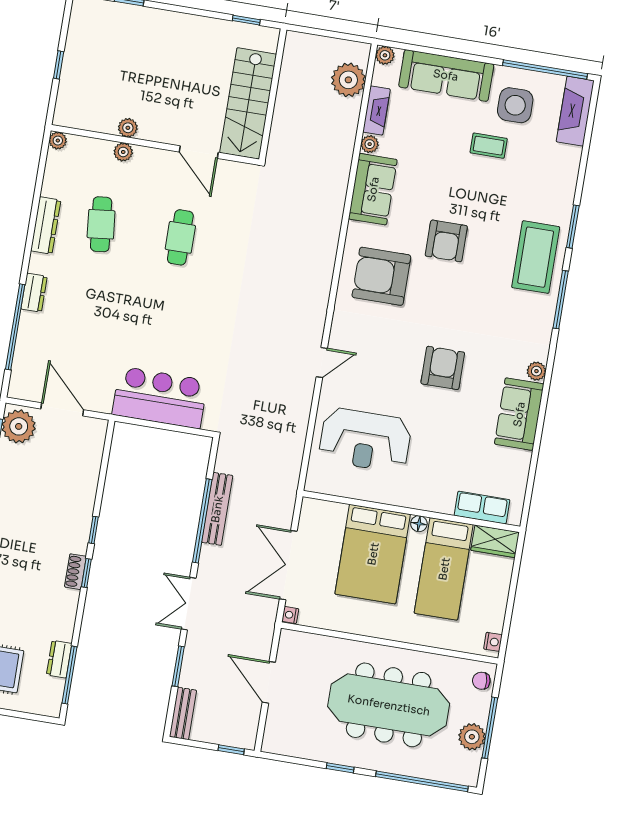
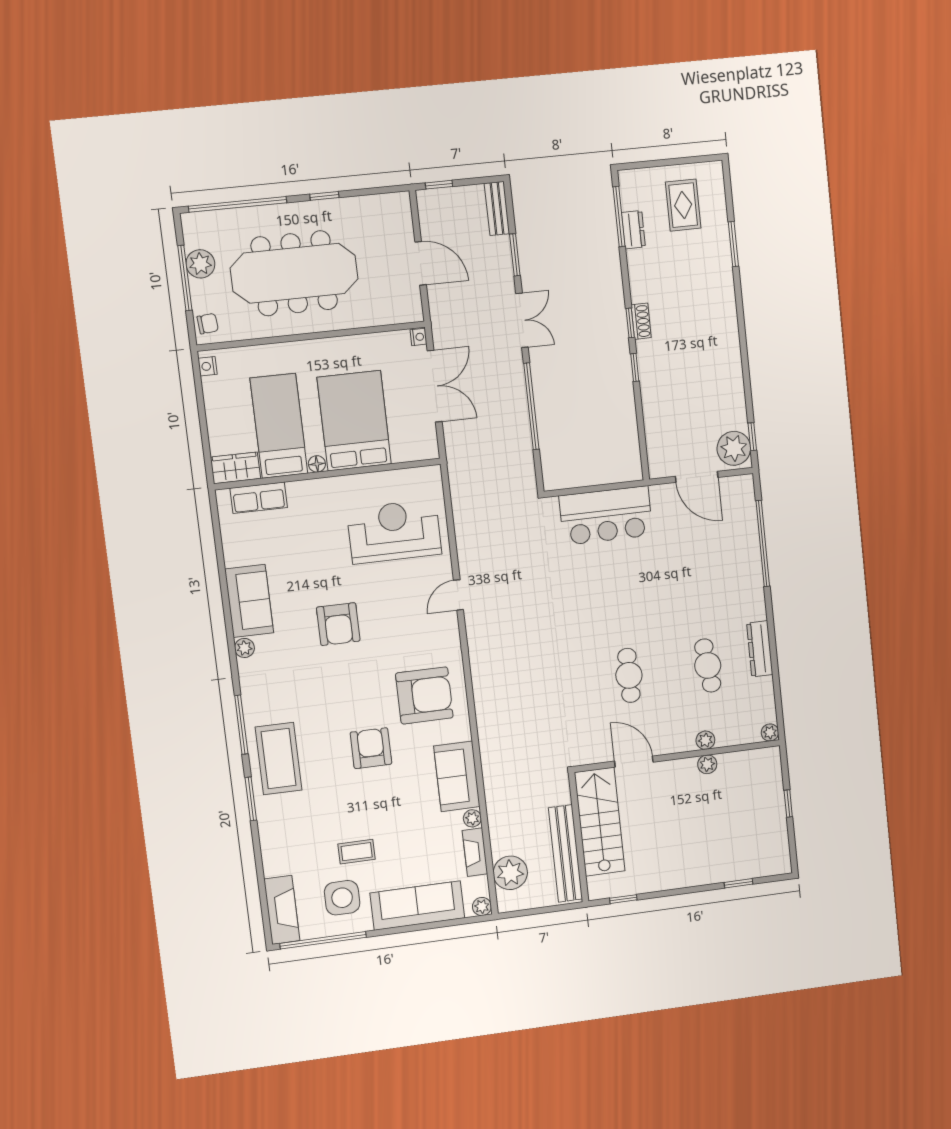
dresser: (34, 293) -> (754, 582), removed
bench: (217, 509) -> (565, 853), moved, width x1.37, depth x1.21

